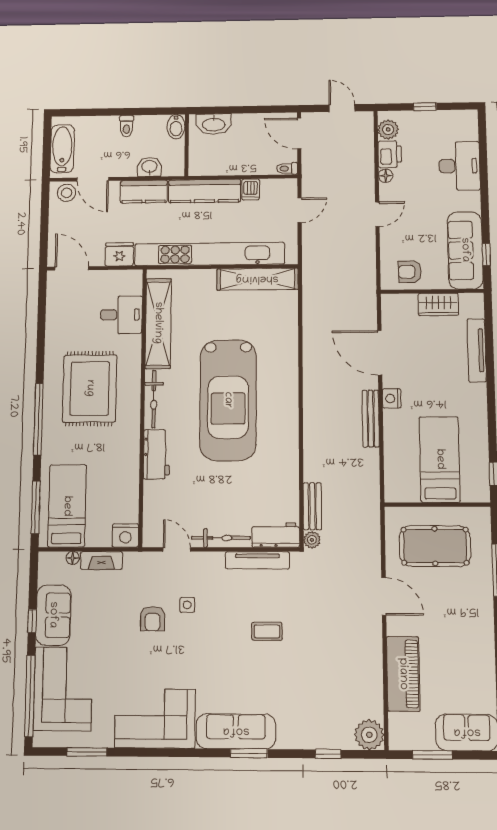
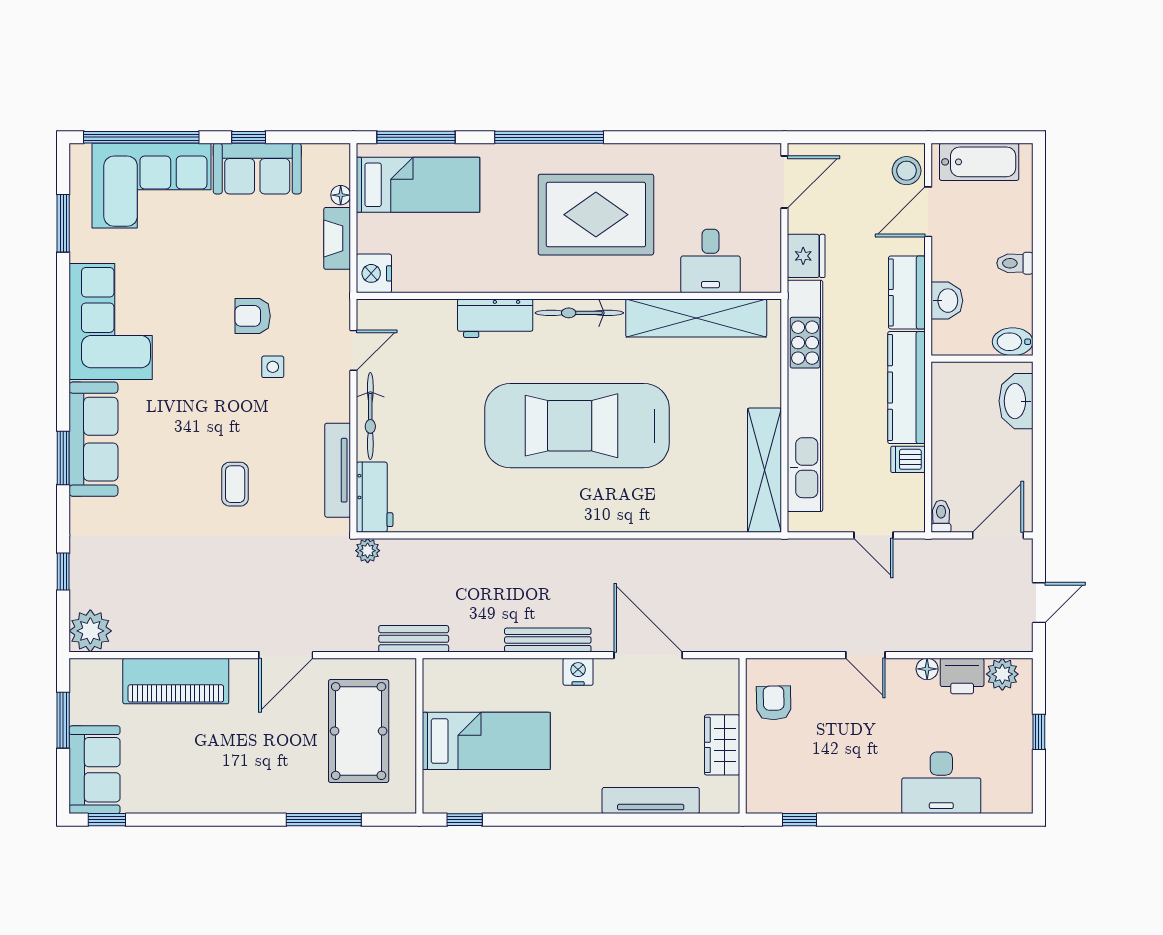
sofa: (465, 250) -> (807, 788), removed
door: (380, 353) -> (648, 655), hinge flipped
bench: (312, 506) -> (414, 639), moved

